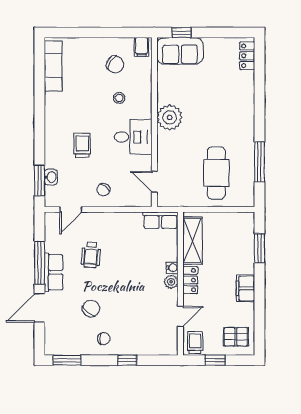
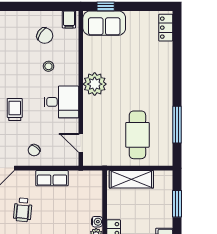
row of seats: (160, 220) -> (52, 178), moved
shelving: (192, 240) -> (131, 179), moved, turned 90

